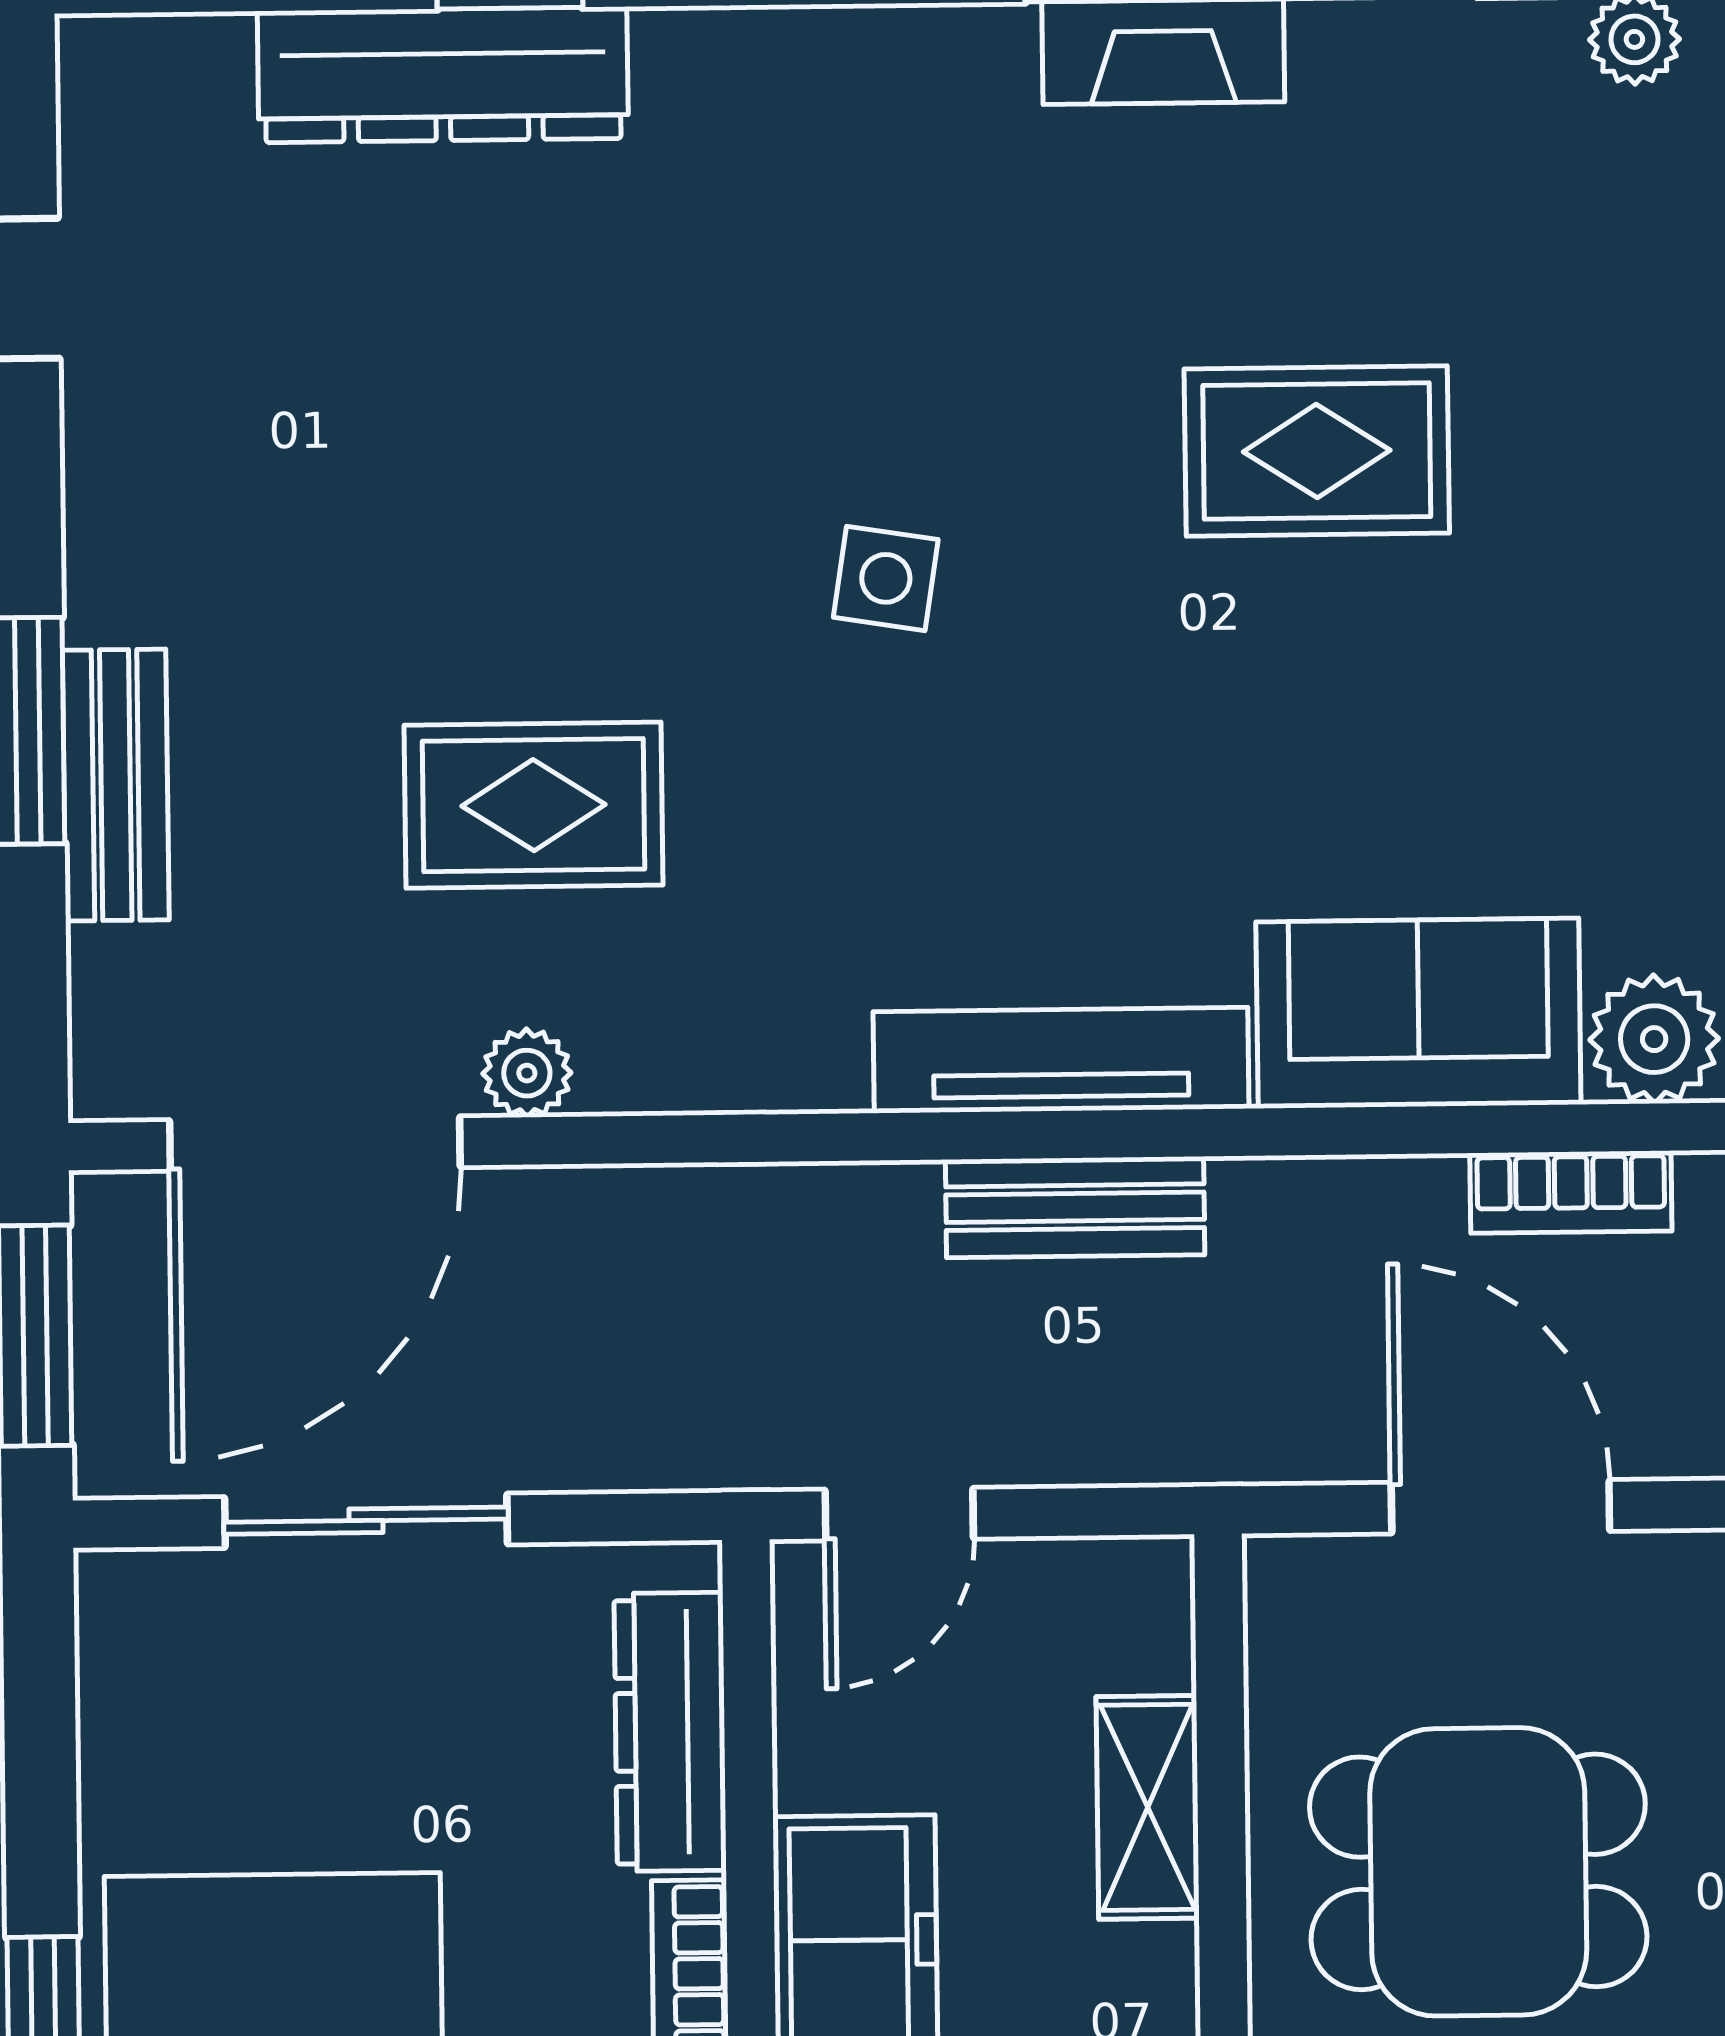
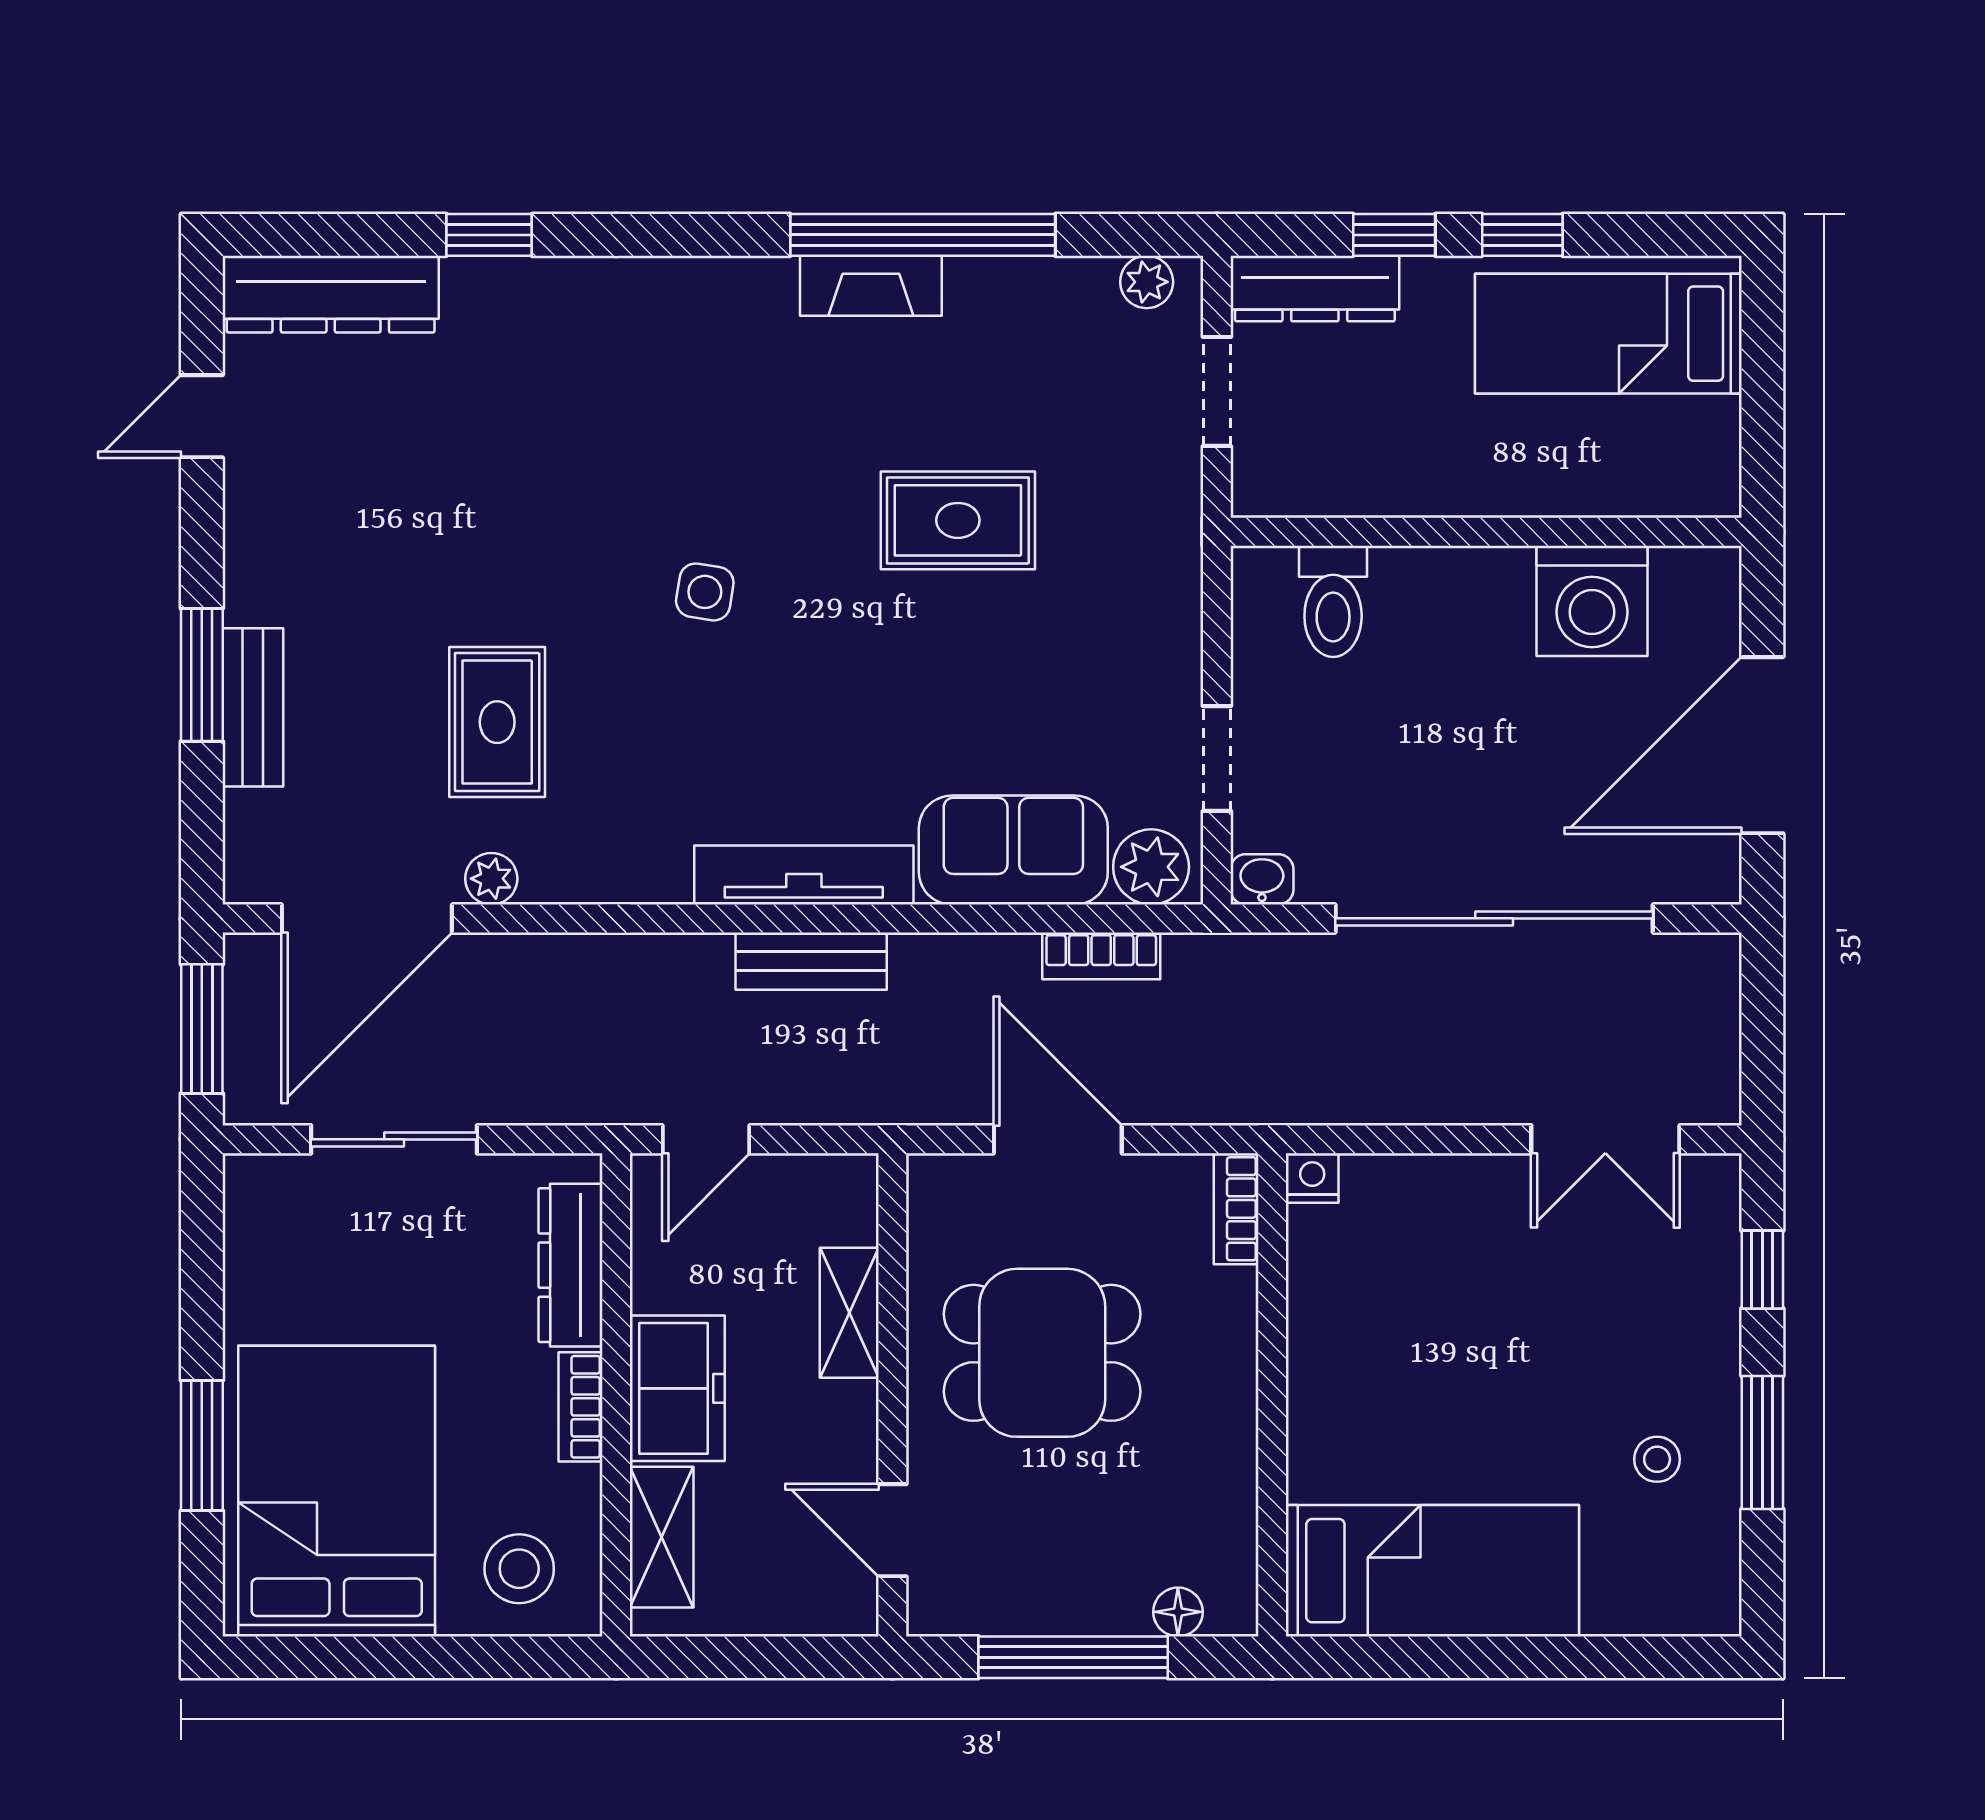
dresser: (443, 75) -> (331, 294), moved
rug: (534, 805) -> (497, 722), turned 90

